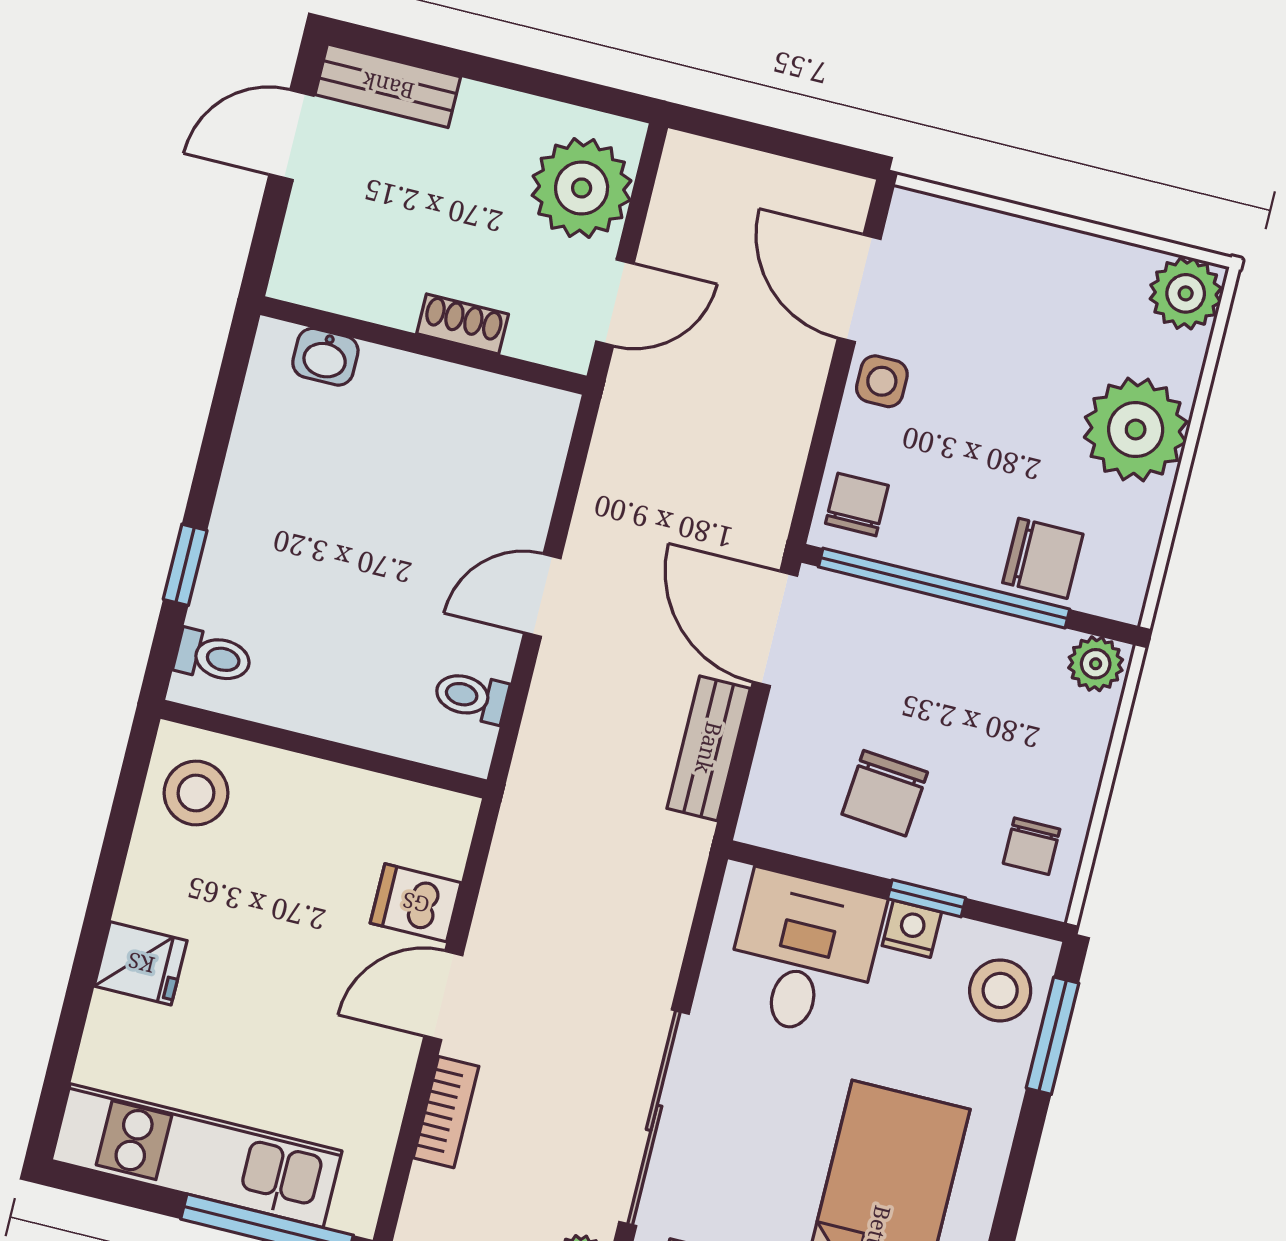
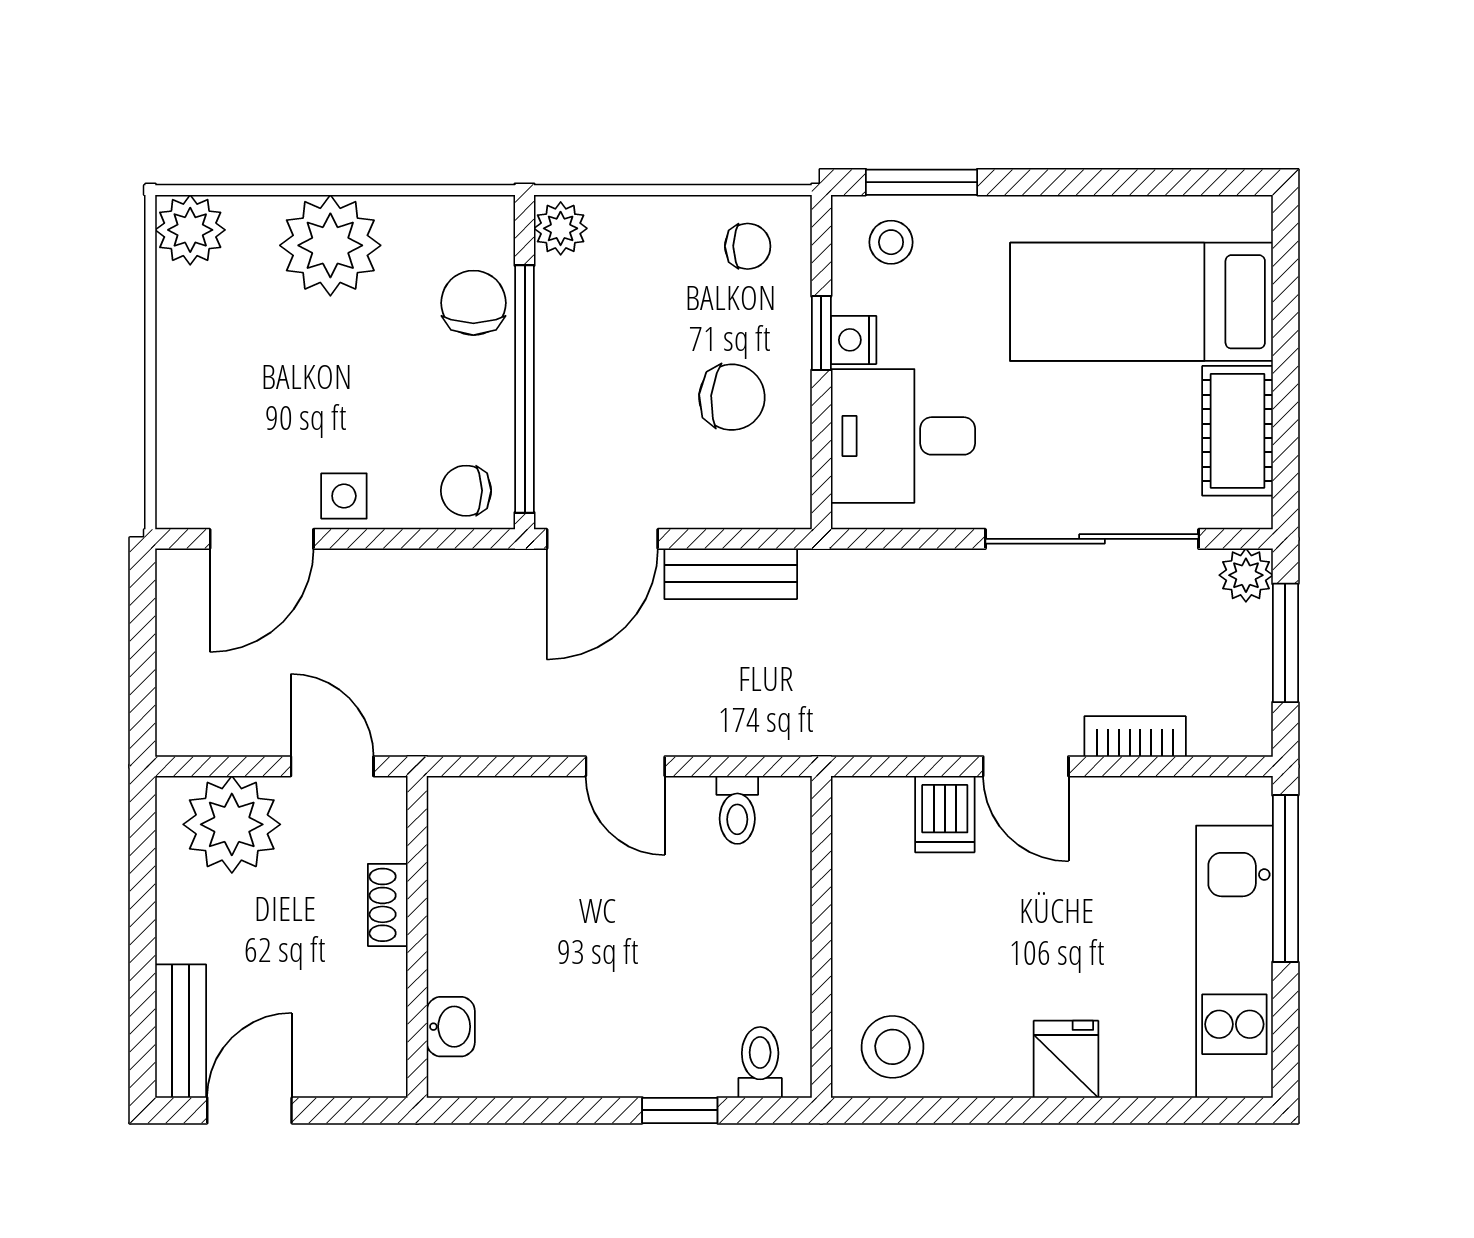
door: (291, 135) -> (249, 1110), swing flipped
stool: (1000, 990) -> (891, 242), width x0.73, depth x0.73

